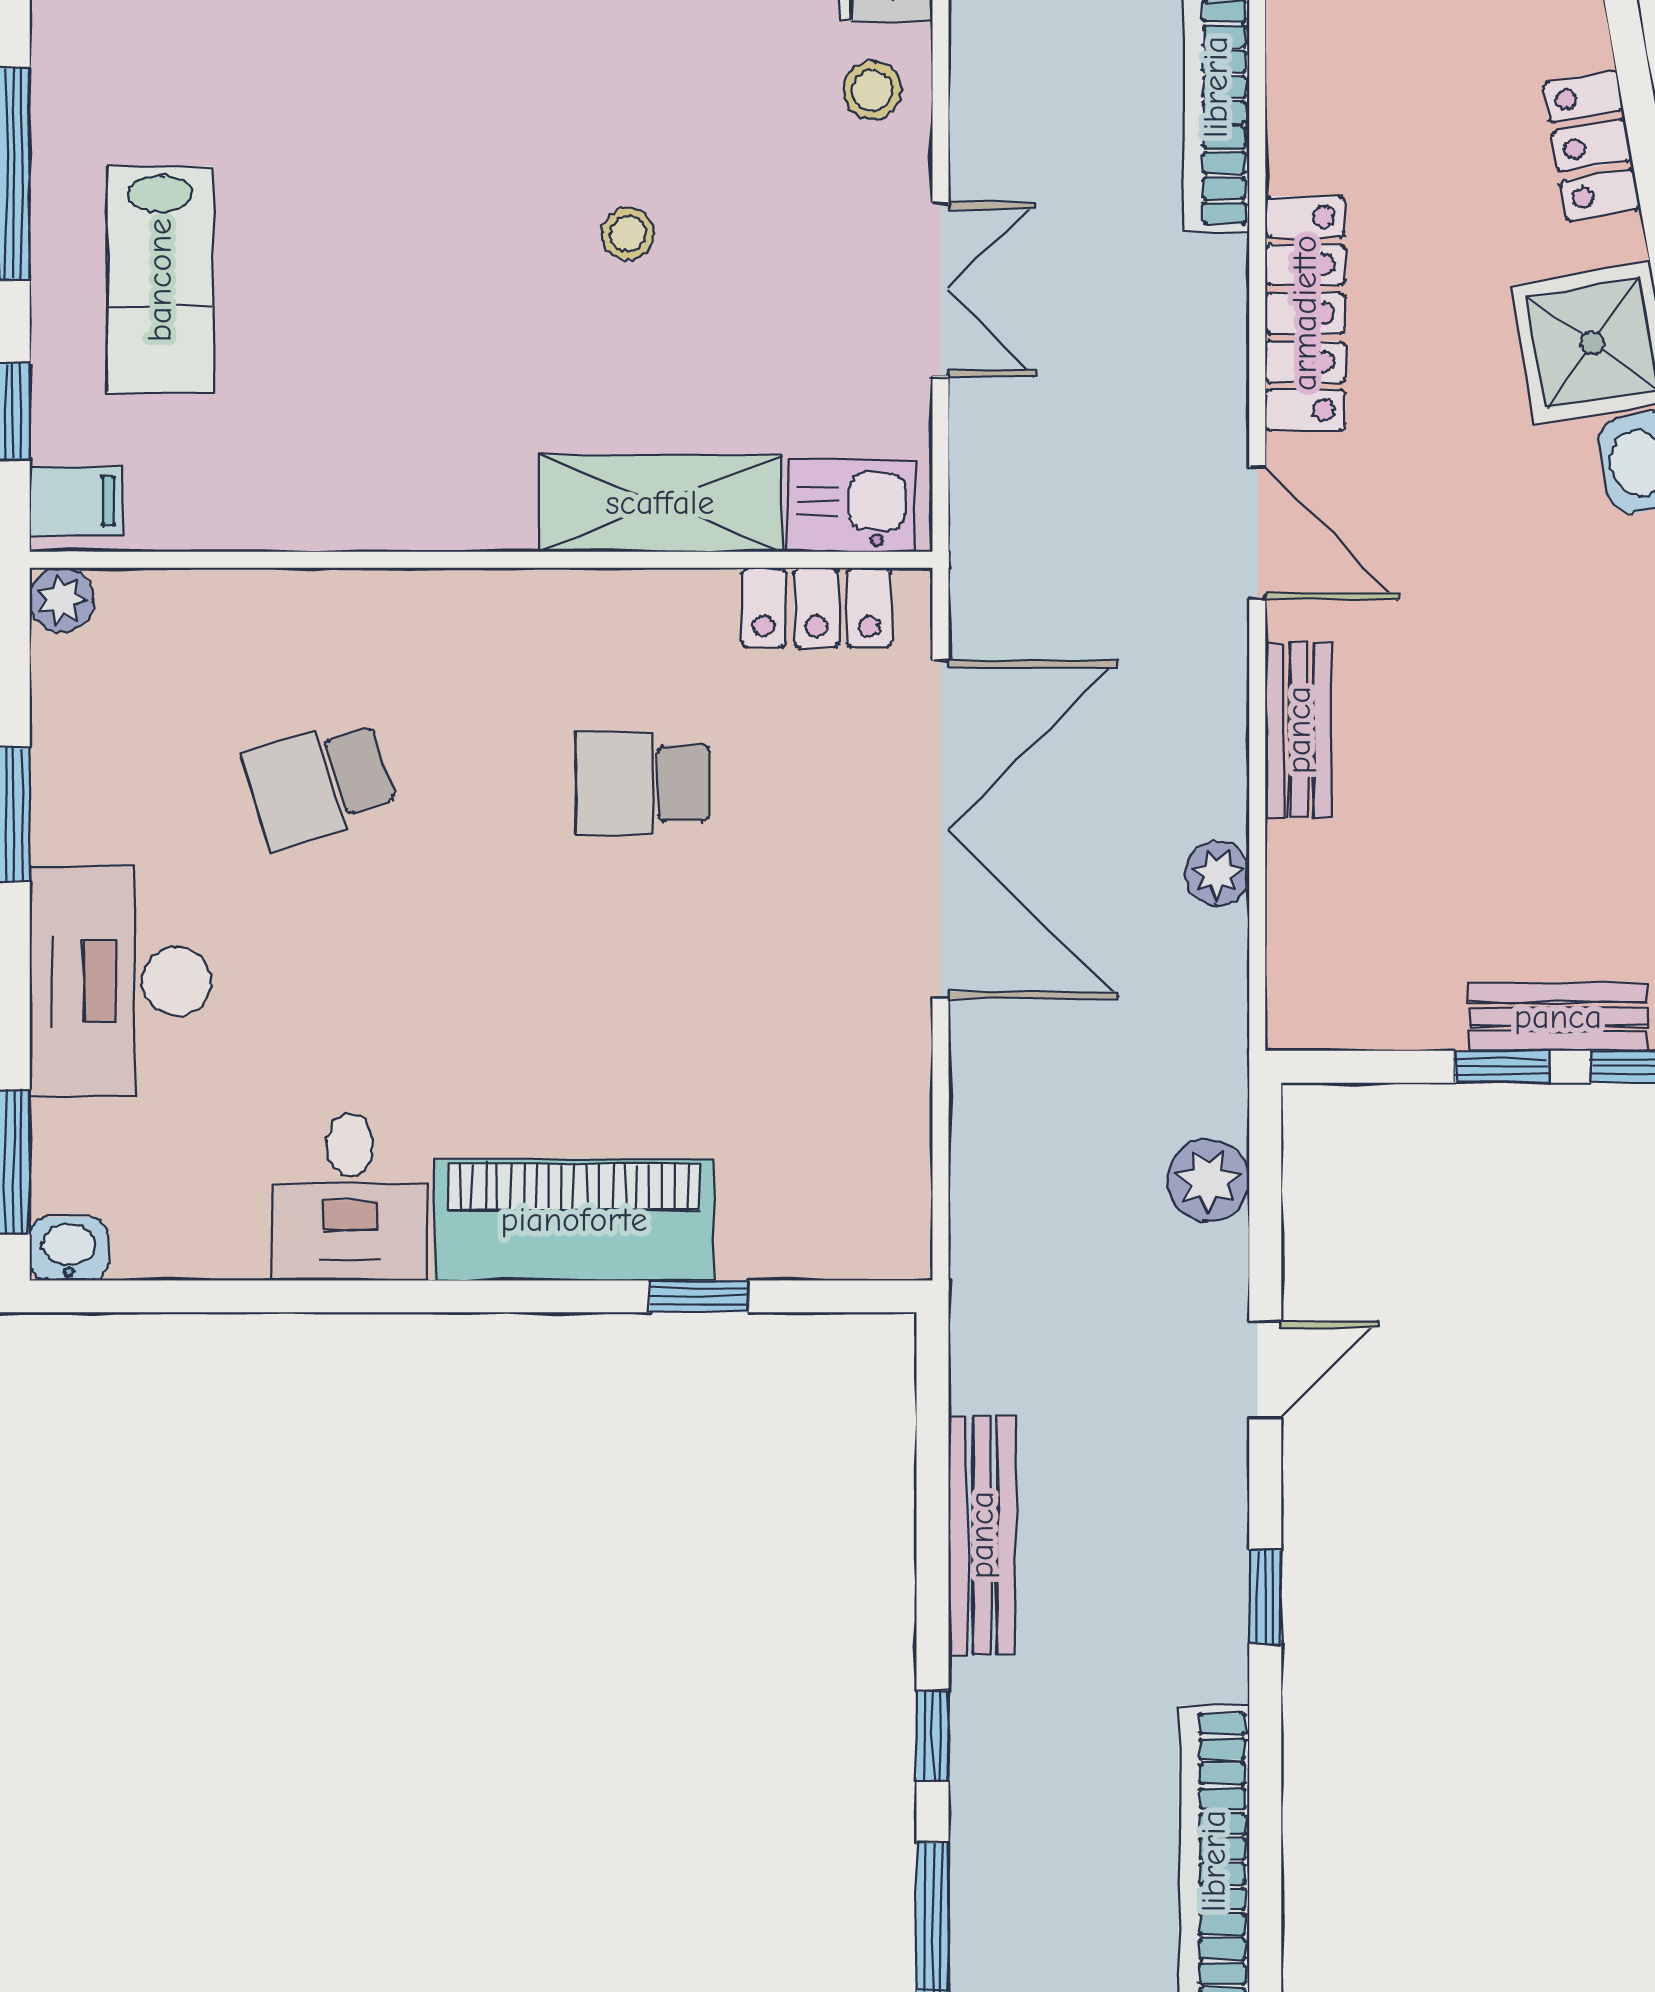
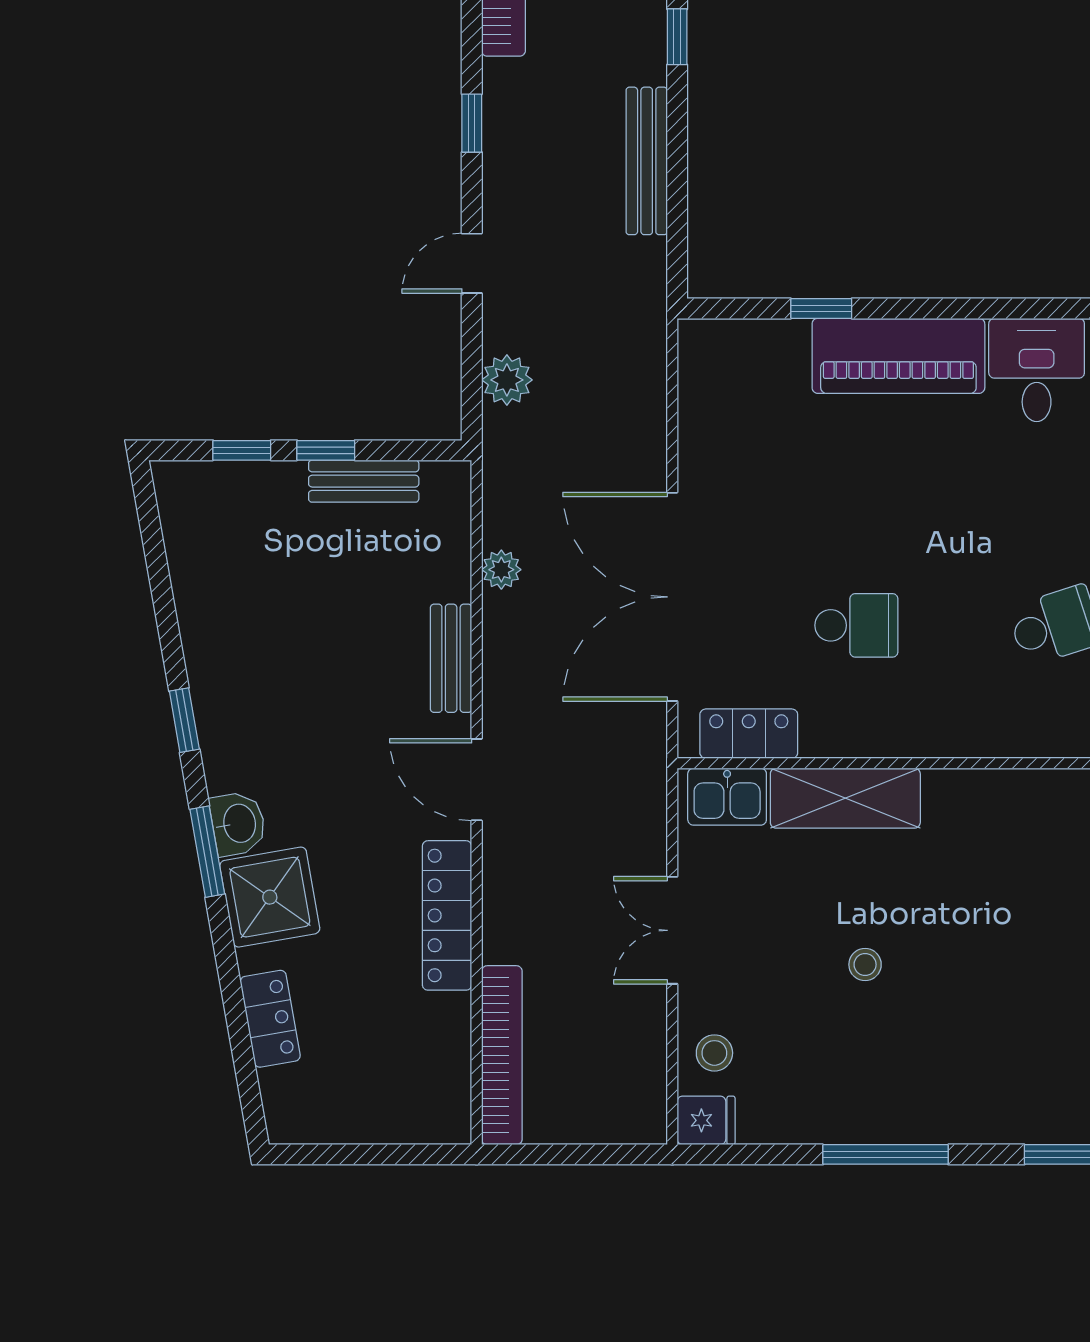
bench: (1558, 1017) -> (364, 481), moved

